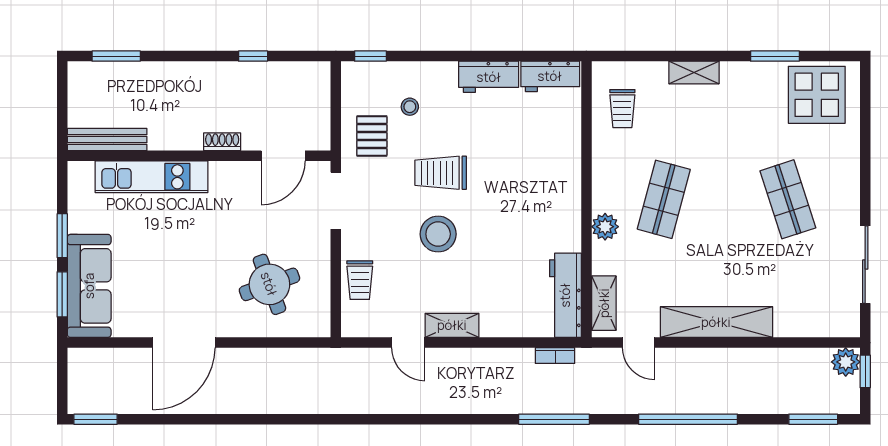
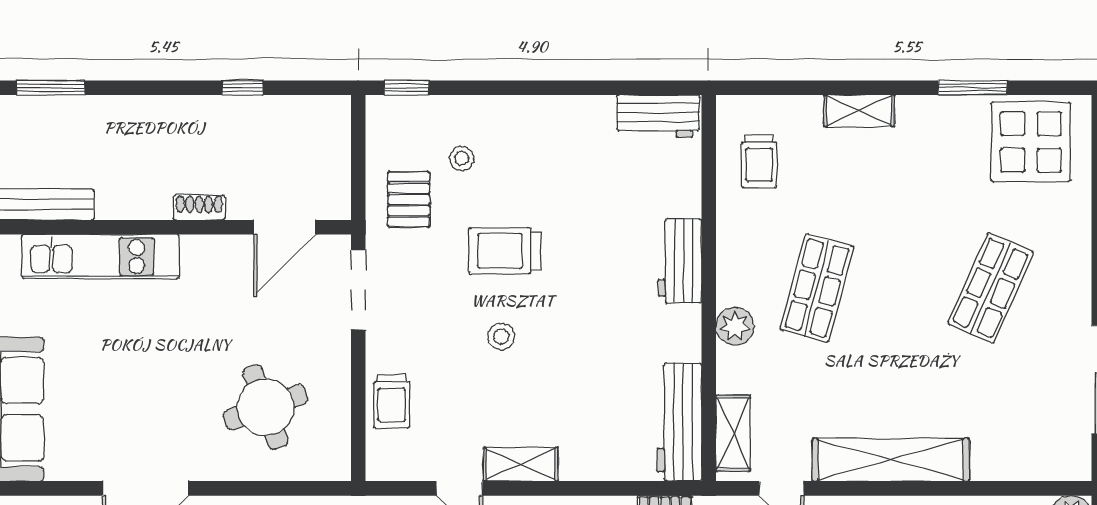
workbench: (489, 77) -> (680, 261), moved, turned 90
shop shelf: (788, 199) -> (991, 288), turned 42
stool: (438, 234) -> (501, 337), width x0.53, depth x0.53

